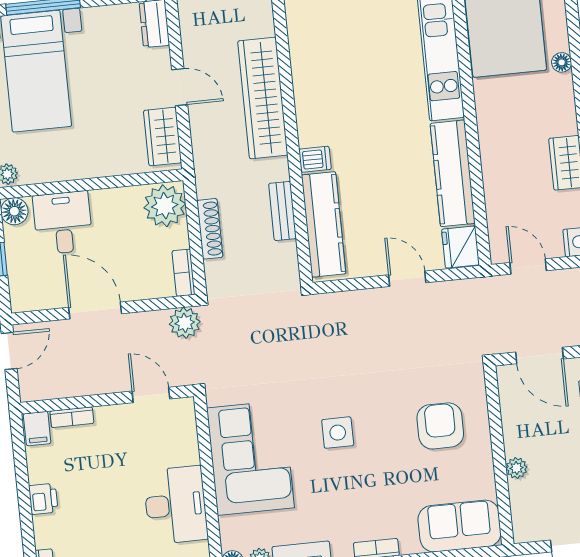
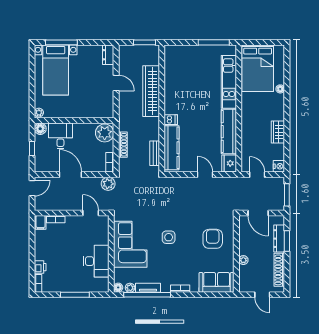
wardrobe: (163, 137) -> (107, 103), removed
bench: (283, 211) -> (155, 153), moved
printer: (43, 499) -> (40, 267), moved

